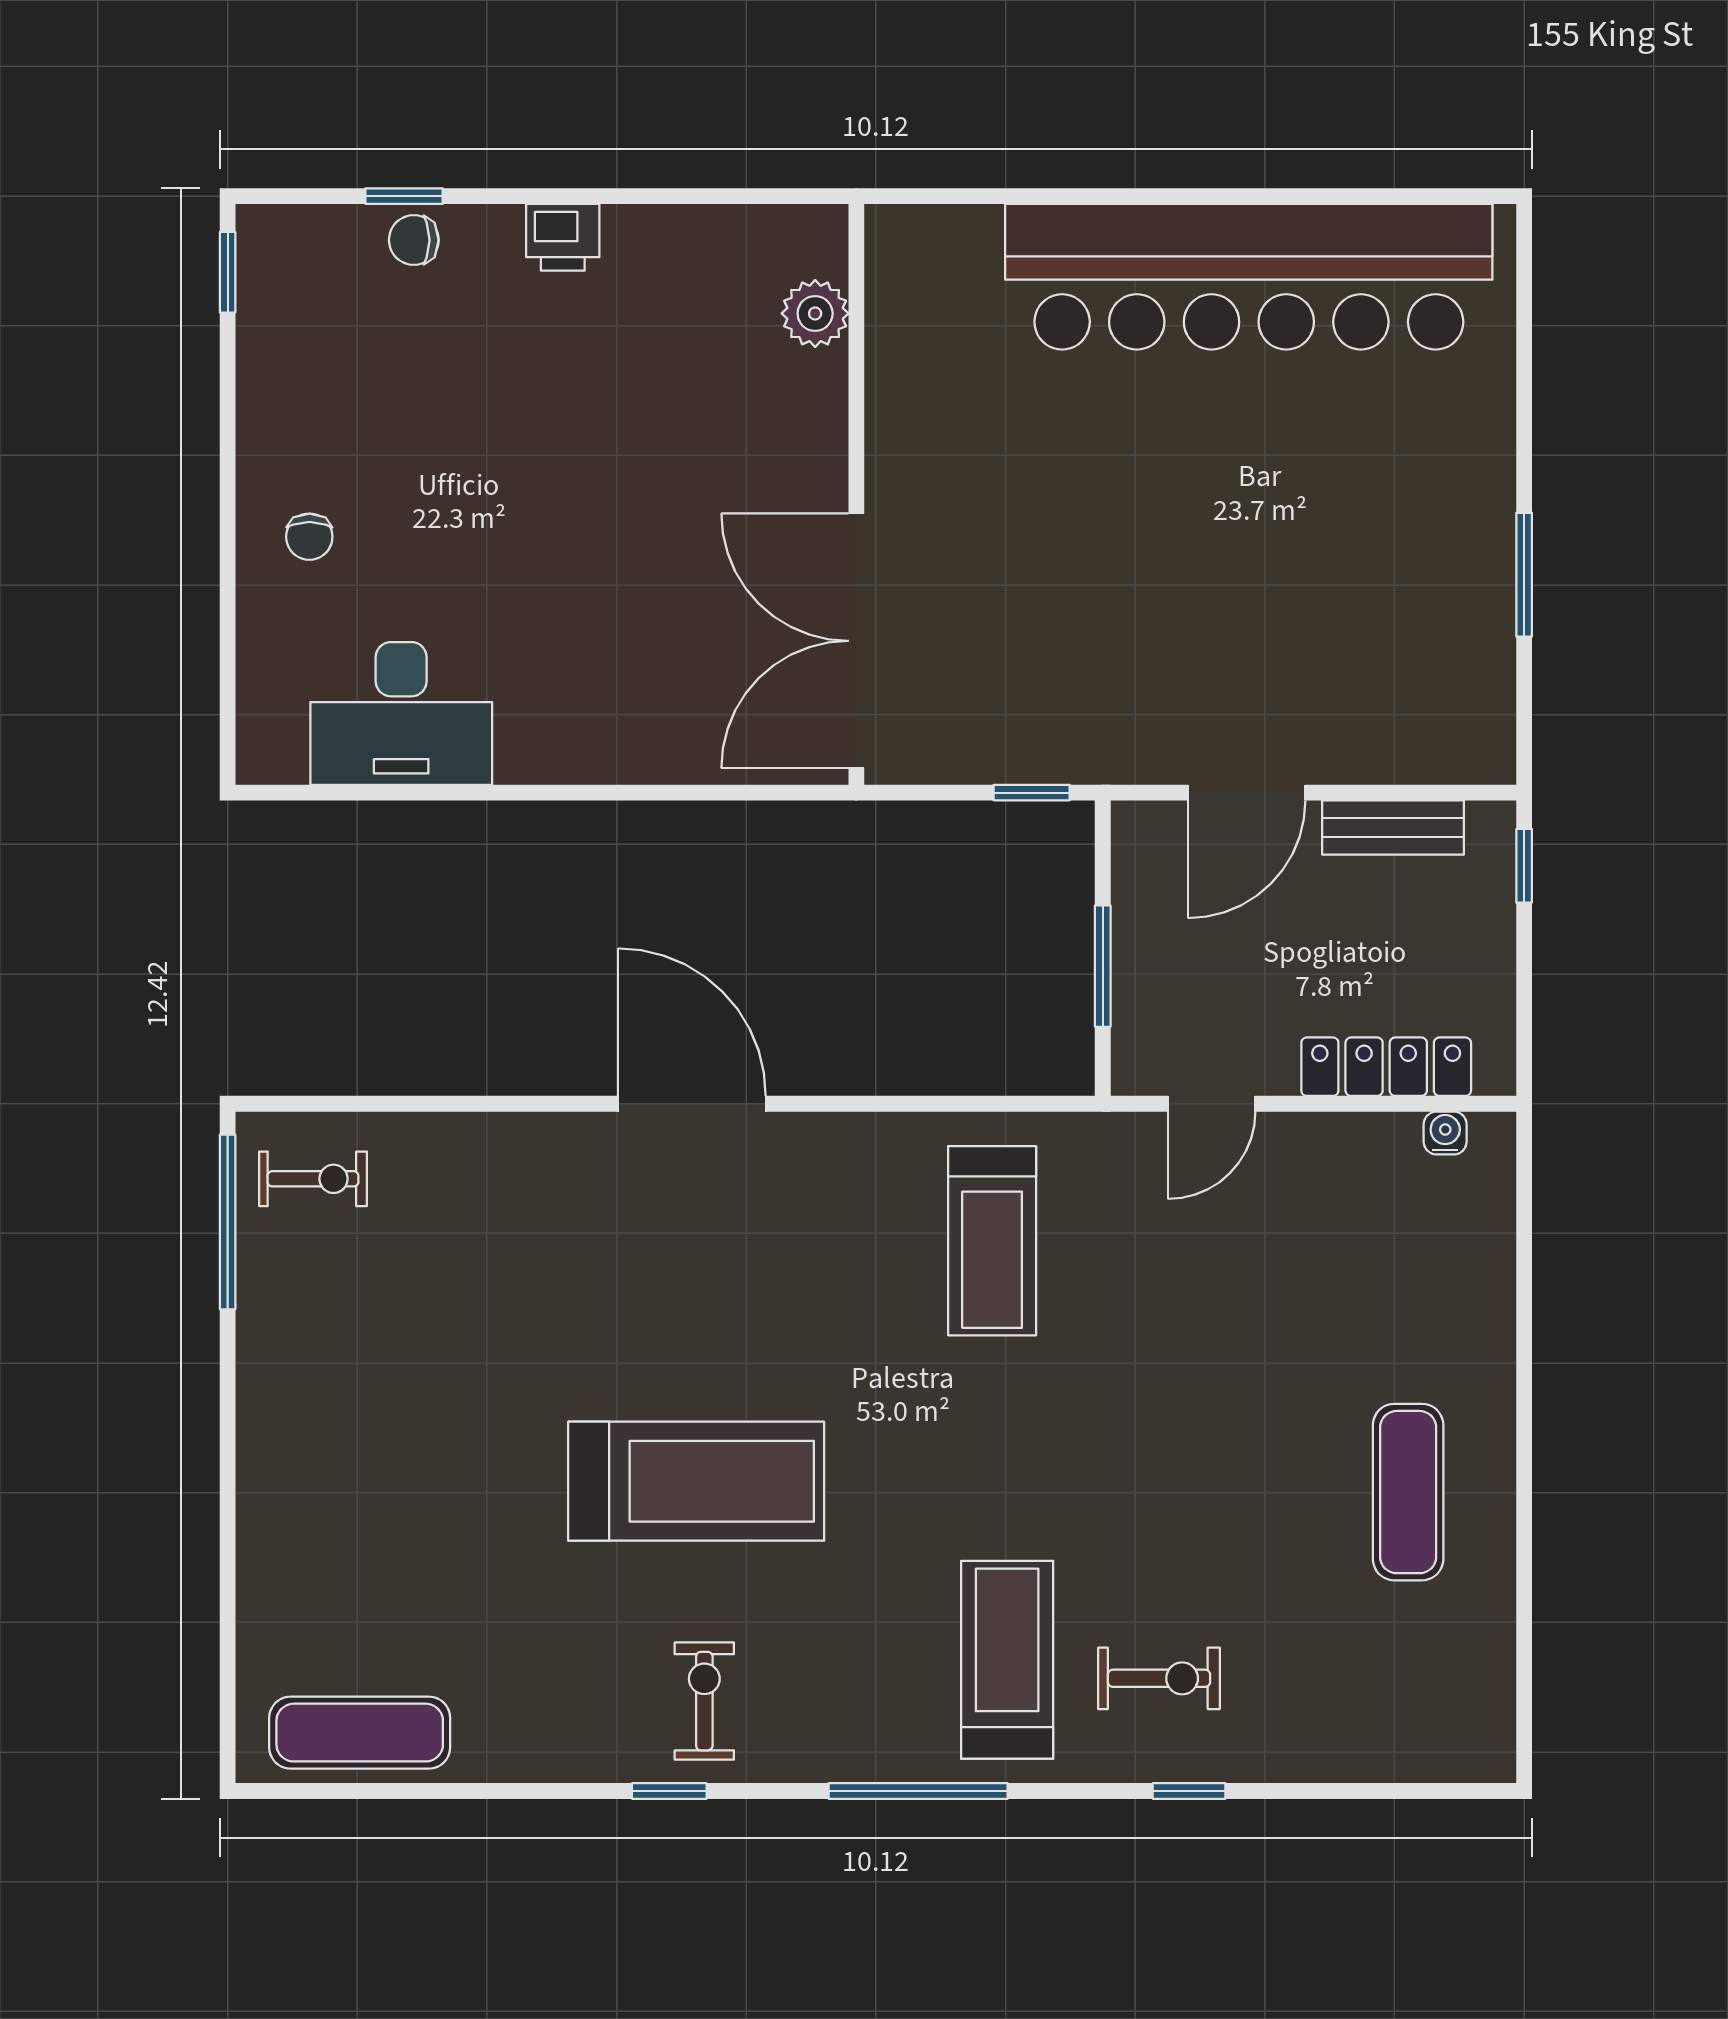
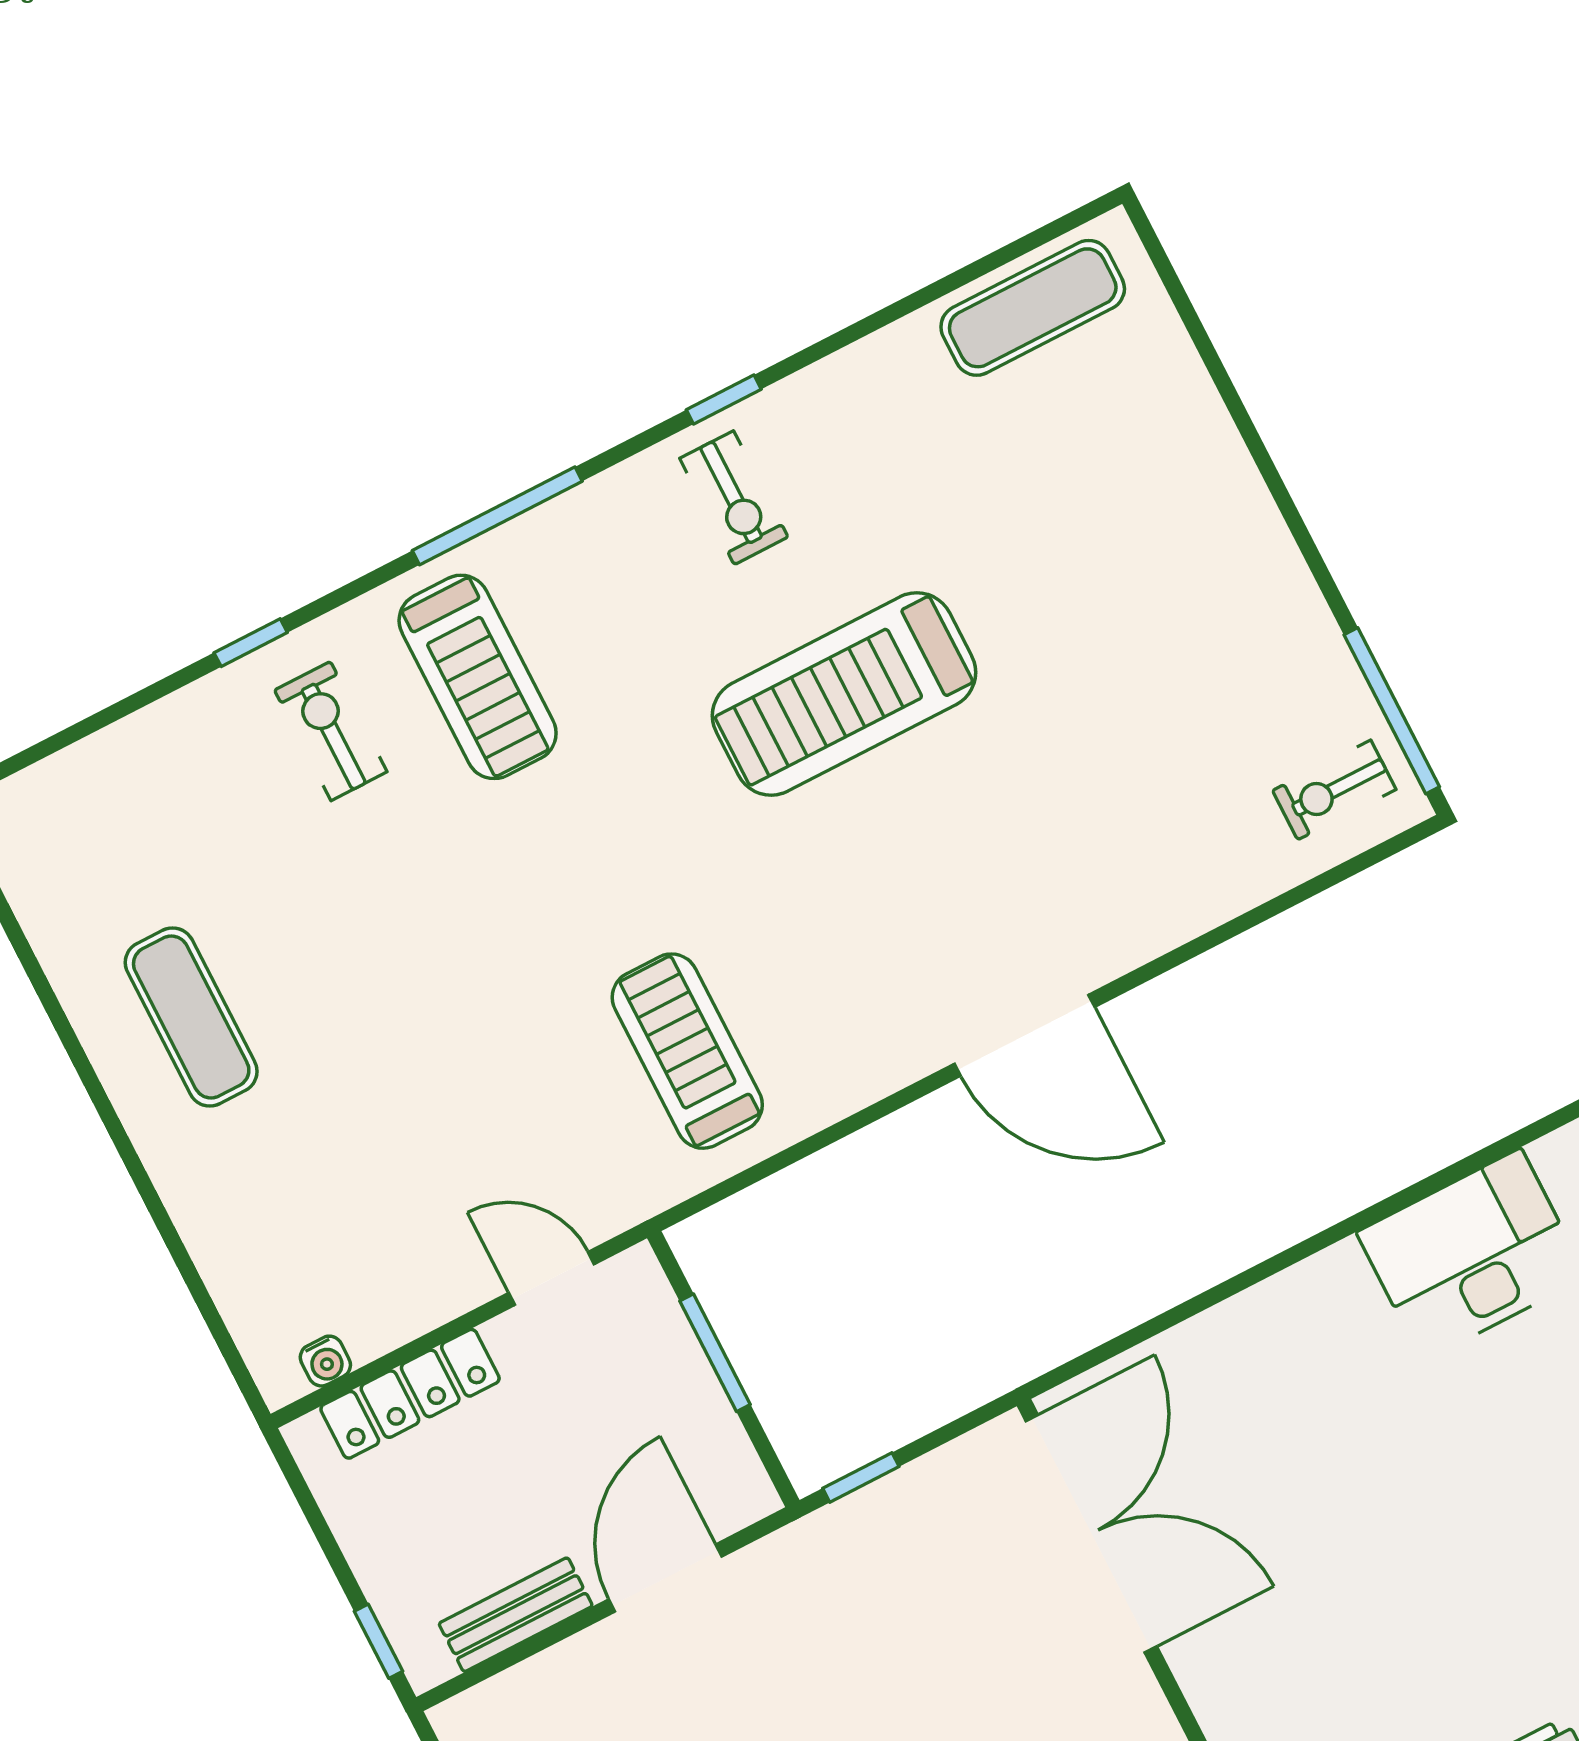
door: (1212, 1104) -> (552, 1278), hinge flipped
exercise bike: (1159, 1678) -> (331, 731), turned 90

